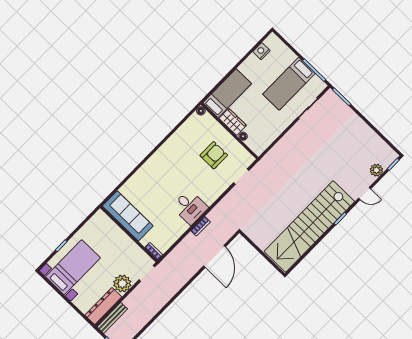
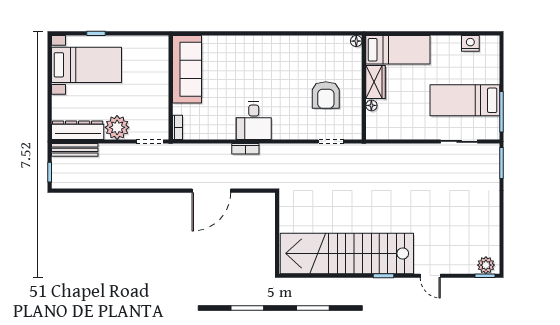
armchair: (214, 155) -> (326, 95), turned 90
plant: (376, 170) -> (486, 265), moved
door: (215, 256) -> (211, 191), moved

